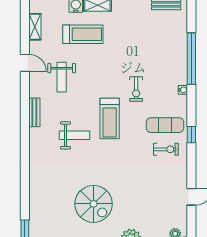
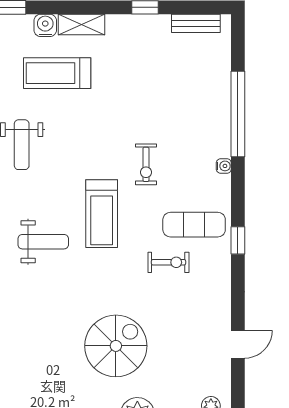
treadmill: (83, 34) -> (57, 73), turned 180
exercise bike: (166, 149) -> (169, 262), moved
spiral stairs: (94, 204) -> (116, 346), moved, turned -90

